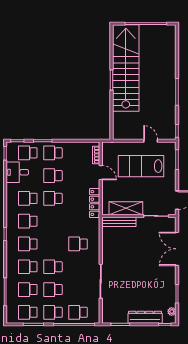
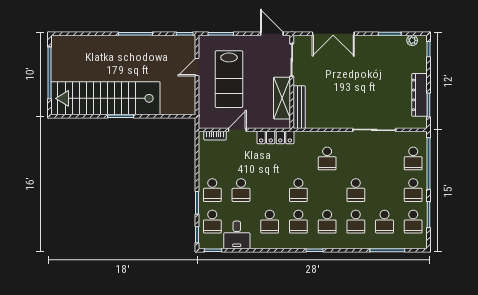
school desk: (53, 198) -> (298, 190), moved
school desk: (53, 290) -> (384, 190), removed
dresser: (145, 317) -> (419, 95), moved

